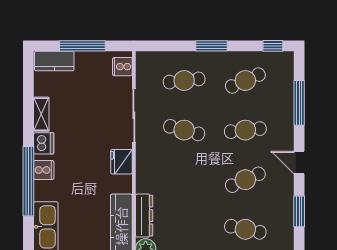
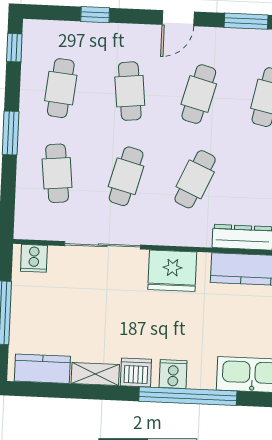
kitchen counter: (54, 61) -> (42, 369), moved, turned -90
cafe table: (245, 80) -> (61, 88), turned 30
window: (299, 103) -> (95, 15), width x0.46
fridge: (121, 162) -> (172, 271), width x1.36, depth x1.34
cafe table: (184, 180) -> (195, 179), added
cafe table: (245, 180) -> (199, 94), turned 39

